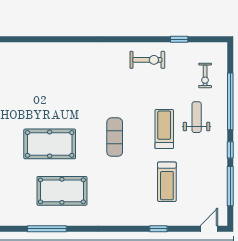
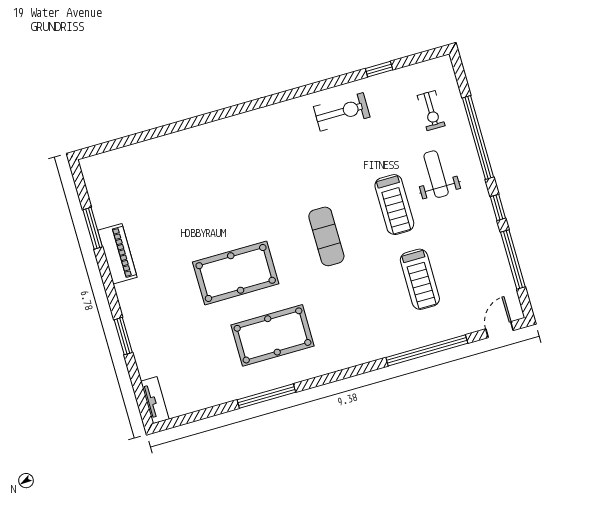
treadmill: (164, 129) -> (394, 205), turned 180
window: (158, 229) -> (427, 350), width x3.17

